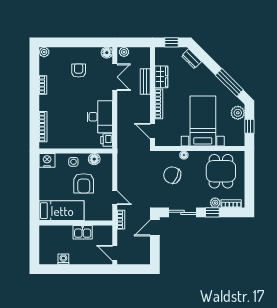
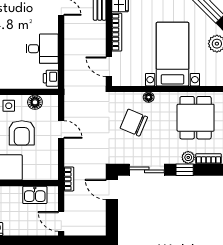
desk: (100, 117) -> (42, 49), width x0.73
door: (115, 198) -> (61, 130), moved
door: (155, 228) -> (112, 189), hinge flipped
kitchen sink: (83, 232) -> (35, 195), moved

